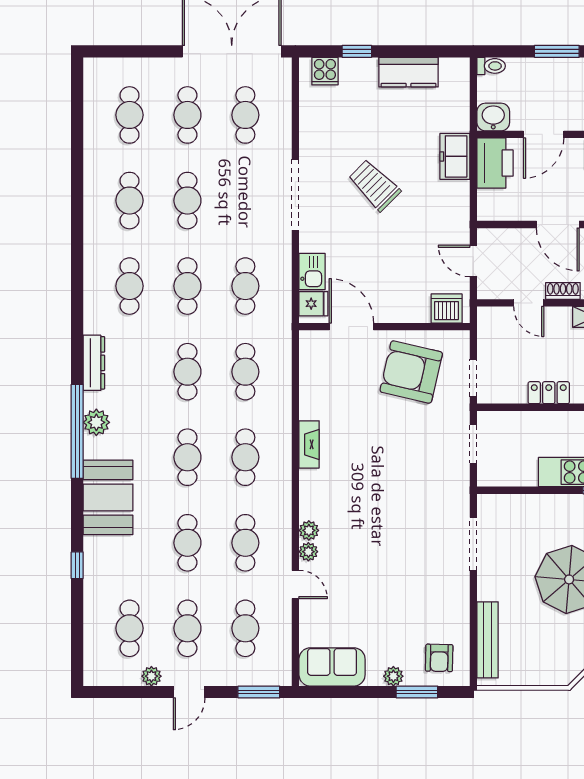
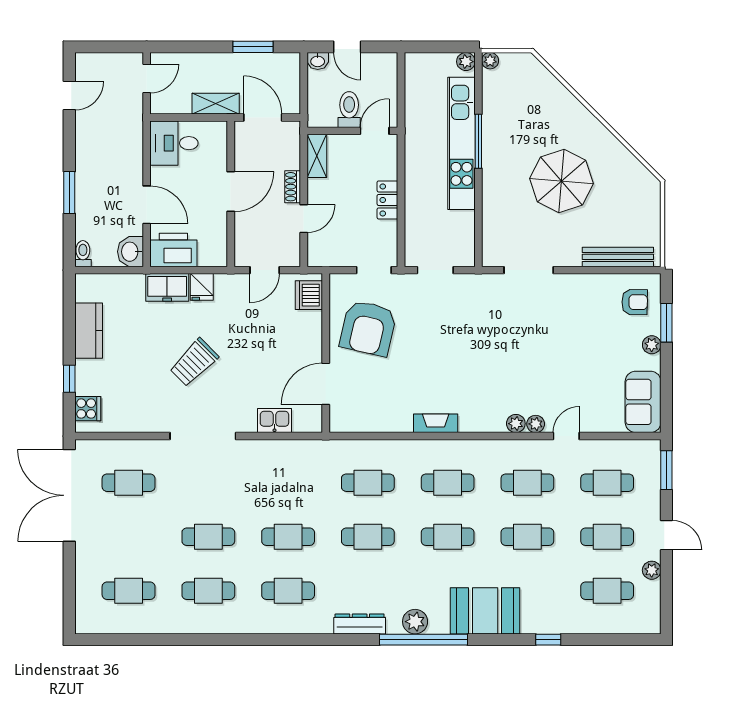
cafe table: (187, 115) -> (129, 537), removed
cafe table: (245, 286) -> (288, 483), removed
fridge: (313, 304) -> (202, 287), moved, turned 180

